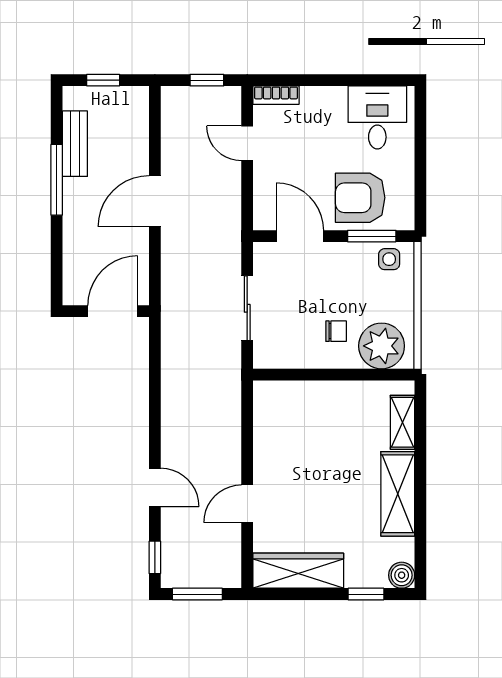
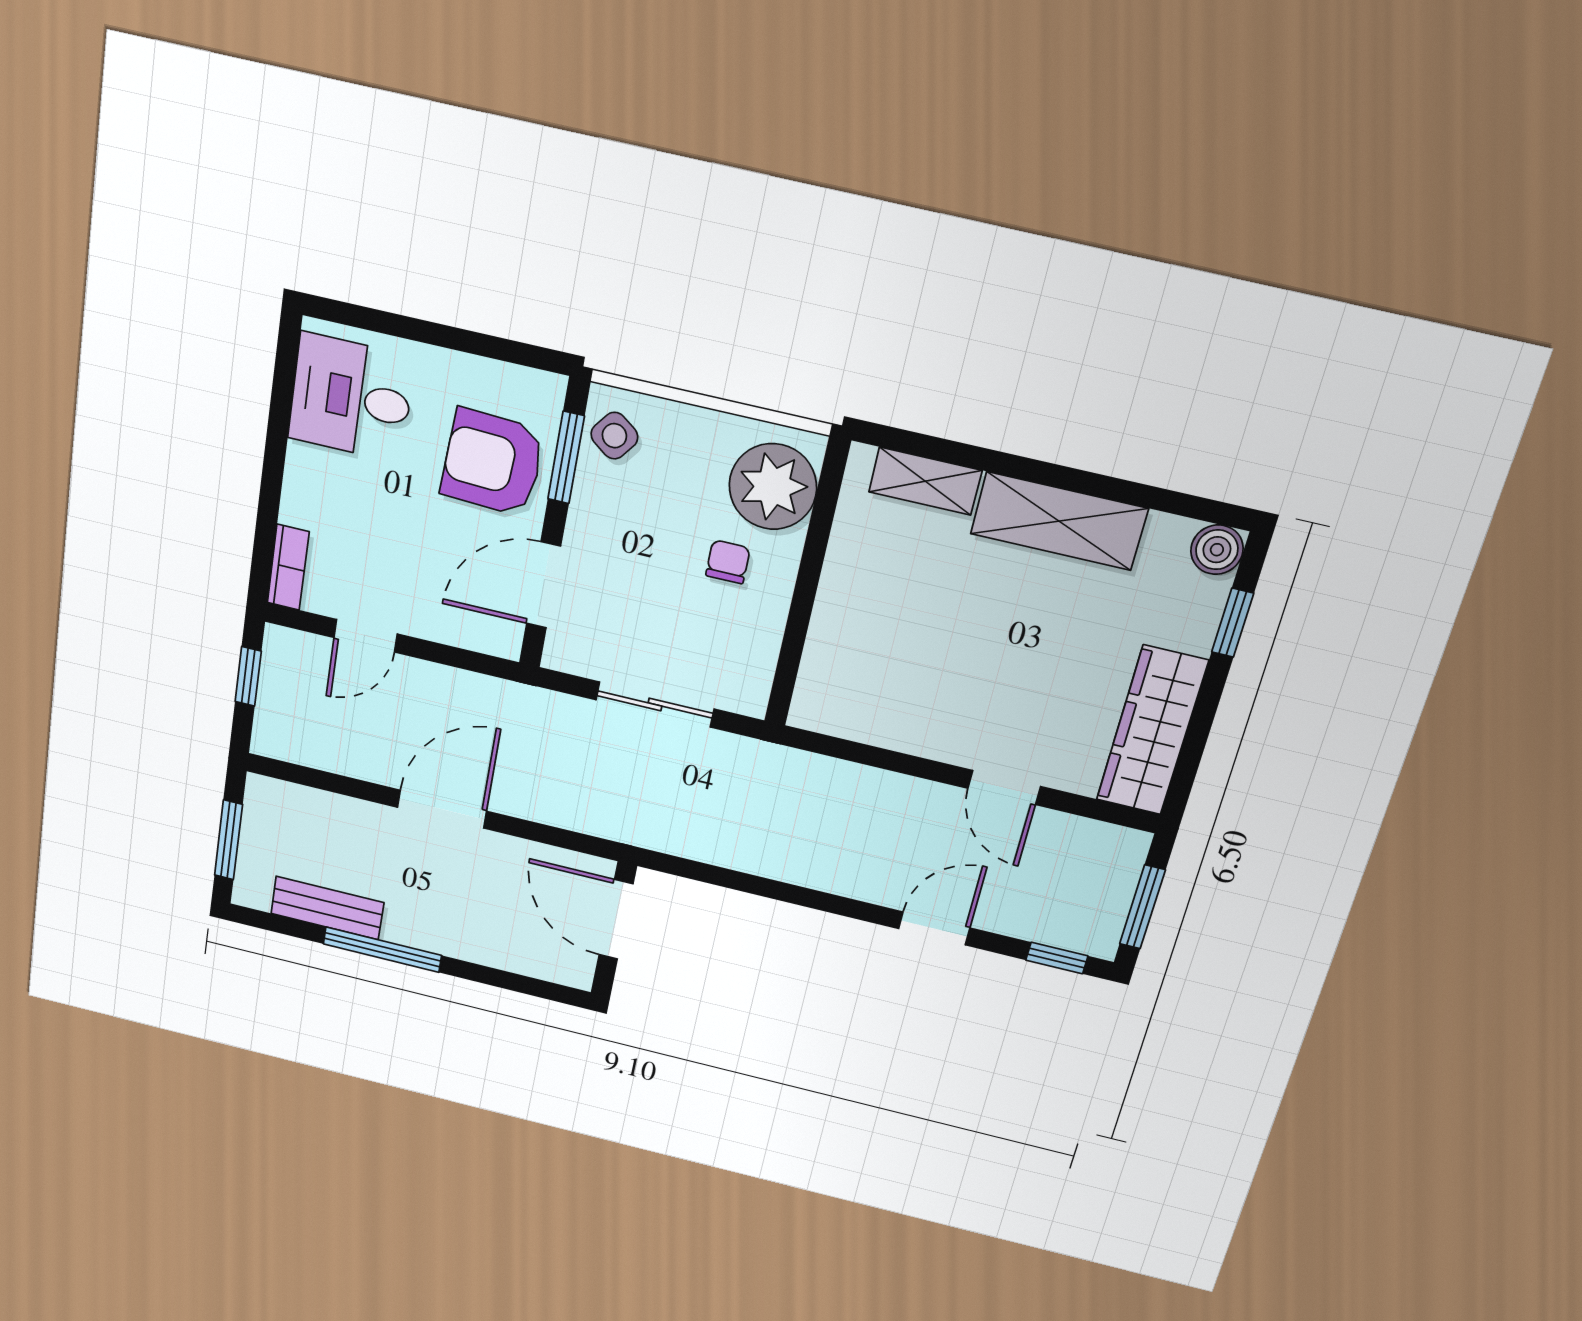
window: (103, 80) -> (228, 840), width x1.50
armchair: (360, 198) -> (492, 462), turned 93
door: (155, 201) -> (442, 809), swing flipped
side table: (389, 259) -> (614, 436), turned 37

